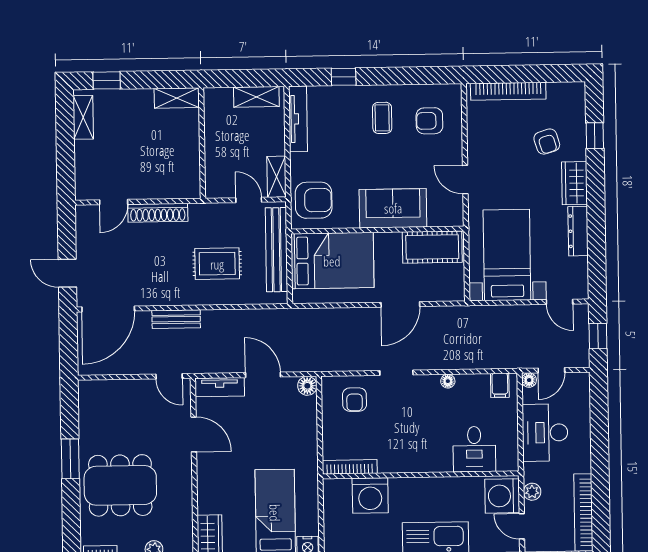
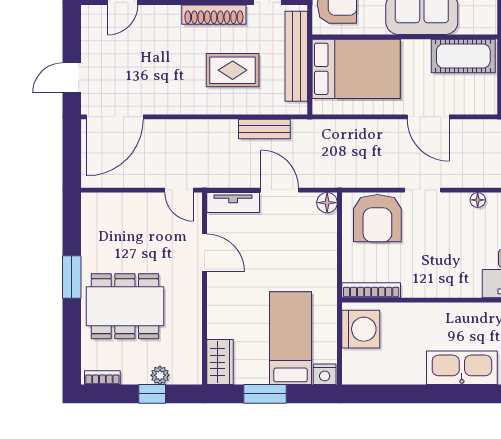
shoe rack: (158, 213) -> (214, 15), moved
door: (67, 273) -> (72, 78), hinge flipped
door: (400, 304) -> (428, 117), hinge flipped
bench: (176, 319) -> (264, 129), moved
armchair: (355, 400) -> (377, 218), width x1.88, depth x1.88
washing machine: (370, 495) -> (361, 329), moved, turned -90

